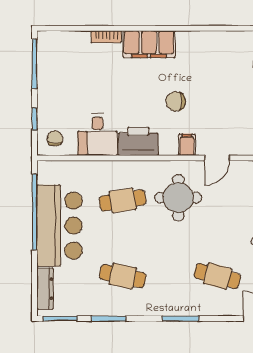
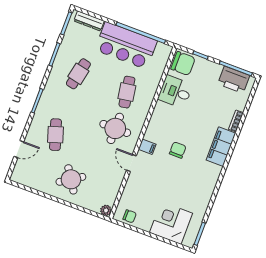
chair: (55, 138) -> (183, 64), width x1.87, depth x1.87
printer: (138, 141) -> (234, 80), moved, turned 90
cafe table: (217, 276) -> (56, 135), turned -33

